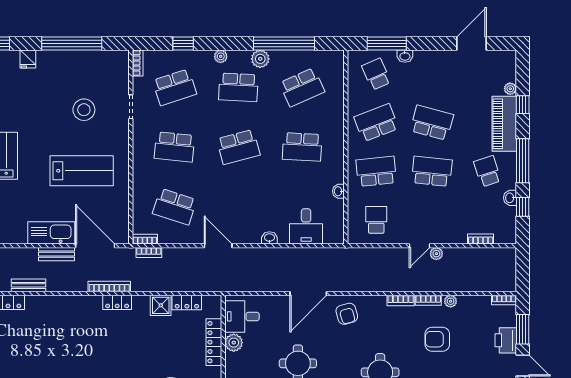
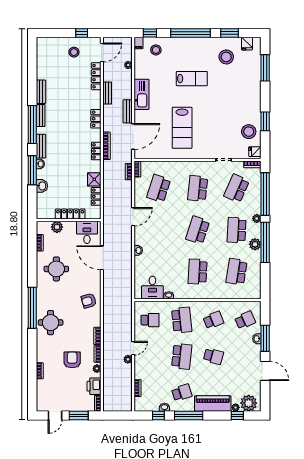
window: (72, 43) -> (265, 121), width x0.47
window: (183, 43) -> (265, 194), width x3.17
window: (284, 43) -> (265, 242), moved
window: (387, 43) -> (265, 338), moved
door: (472, 43) -> (265, 371), moved
fridge: (28, 59) -> (255, 152), moved
plant: (504, 69) -> (249, 403), added
school desk: (175, 87) -> (237, 188), turned 42
school desk: (302, 87) -> (237, 272), turned 33
window: (523, 105) -> (237, 416), moved
stool: (84, 110) -> (249, 132), moved
school desk: (376, 123) -> (213, 320), width x0.54
school desk: (432, 123) -> (213, 356), width x0.54
school desk: (238, 147) -> (198, 230), turned 33
desk: (306, 226) -> (152, 288), moved, turned -90
kitchen sink: (51, 233) -> (141, 94), moved
door: (419, 246) -> (133, 348), swing flipped
door: (308, 294) -> (102, 258), moved
locker: (68, 303) -> (96, 119), added
printer: (506, 340) -> (94, 386), moved, turned -90
plant: (234, 343) -> (57, 227), moved

